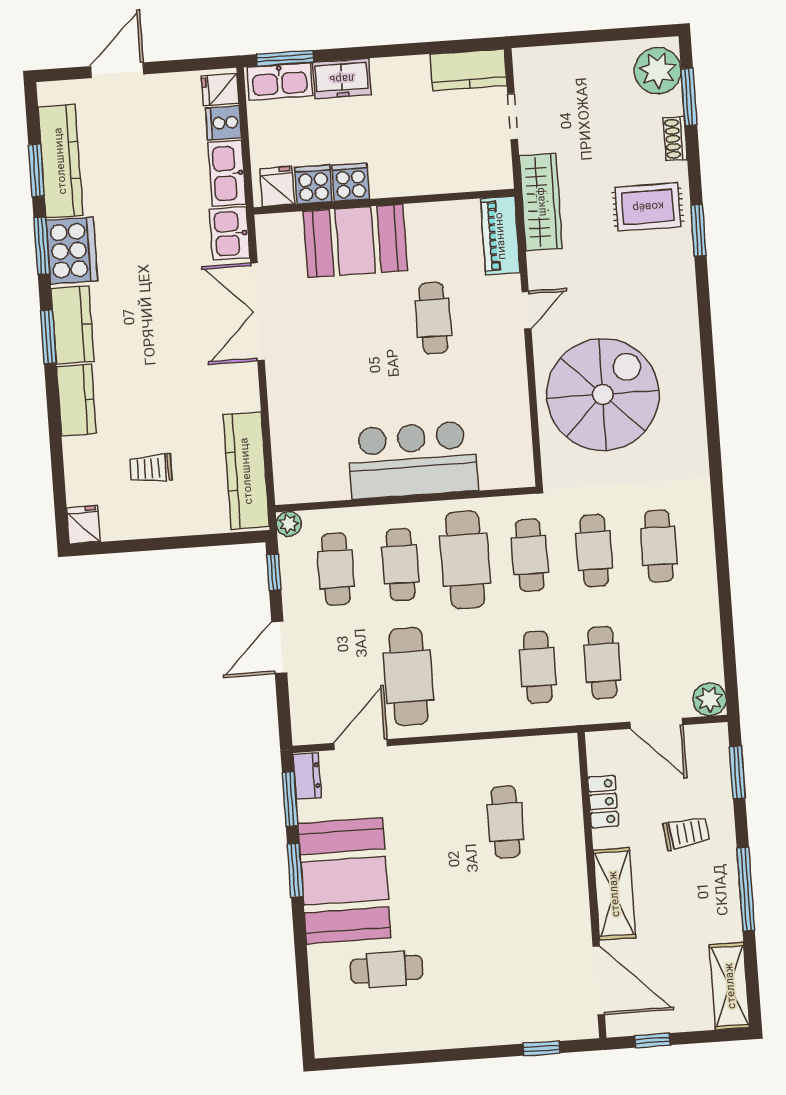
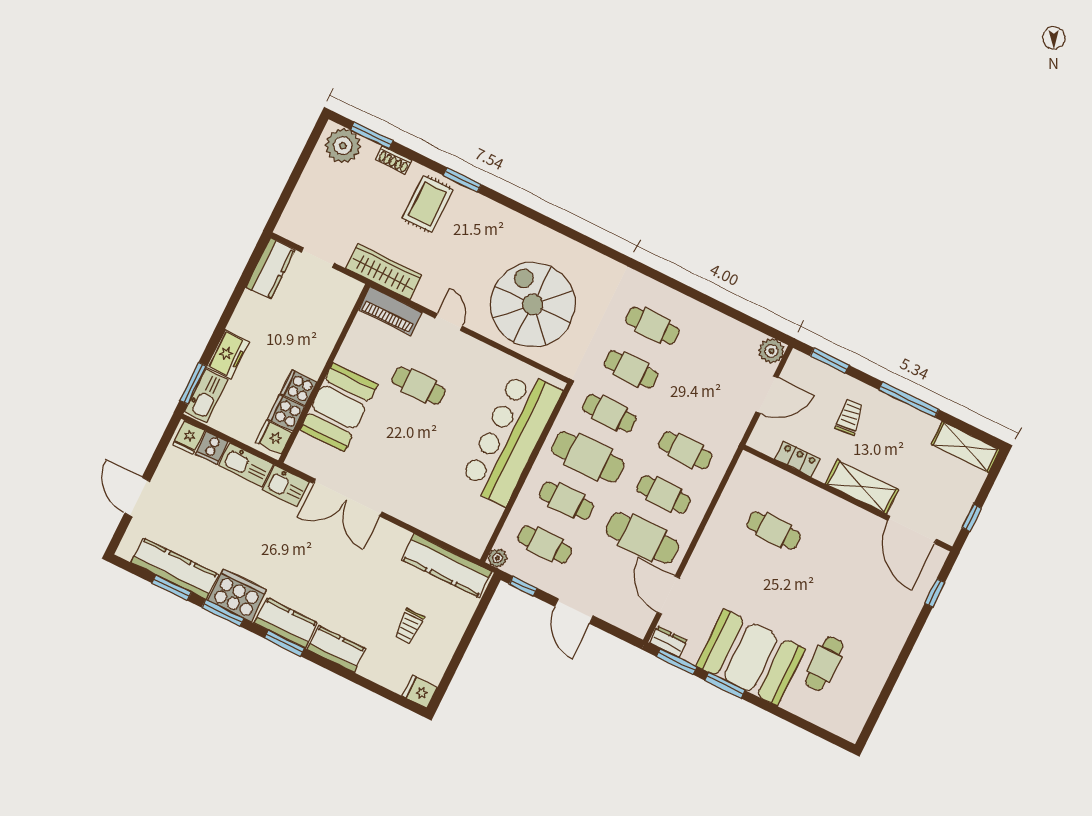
bar counter: (413, 460) -> (511, 437), width x1.36
cafe table: (602, 663) -> (664, 494), moved
door: (599, 980) -> (912, 530), swing flipped

